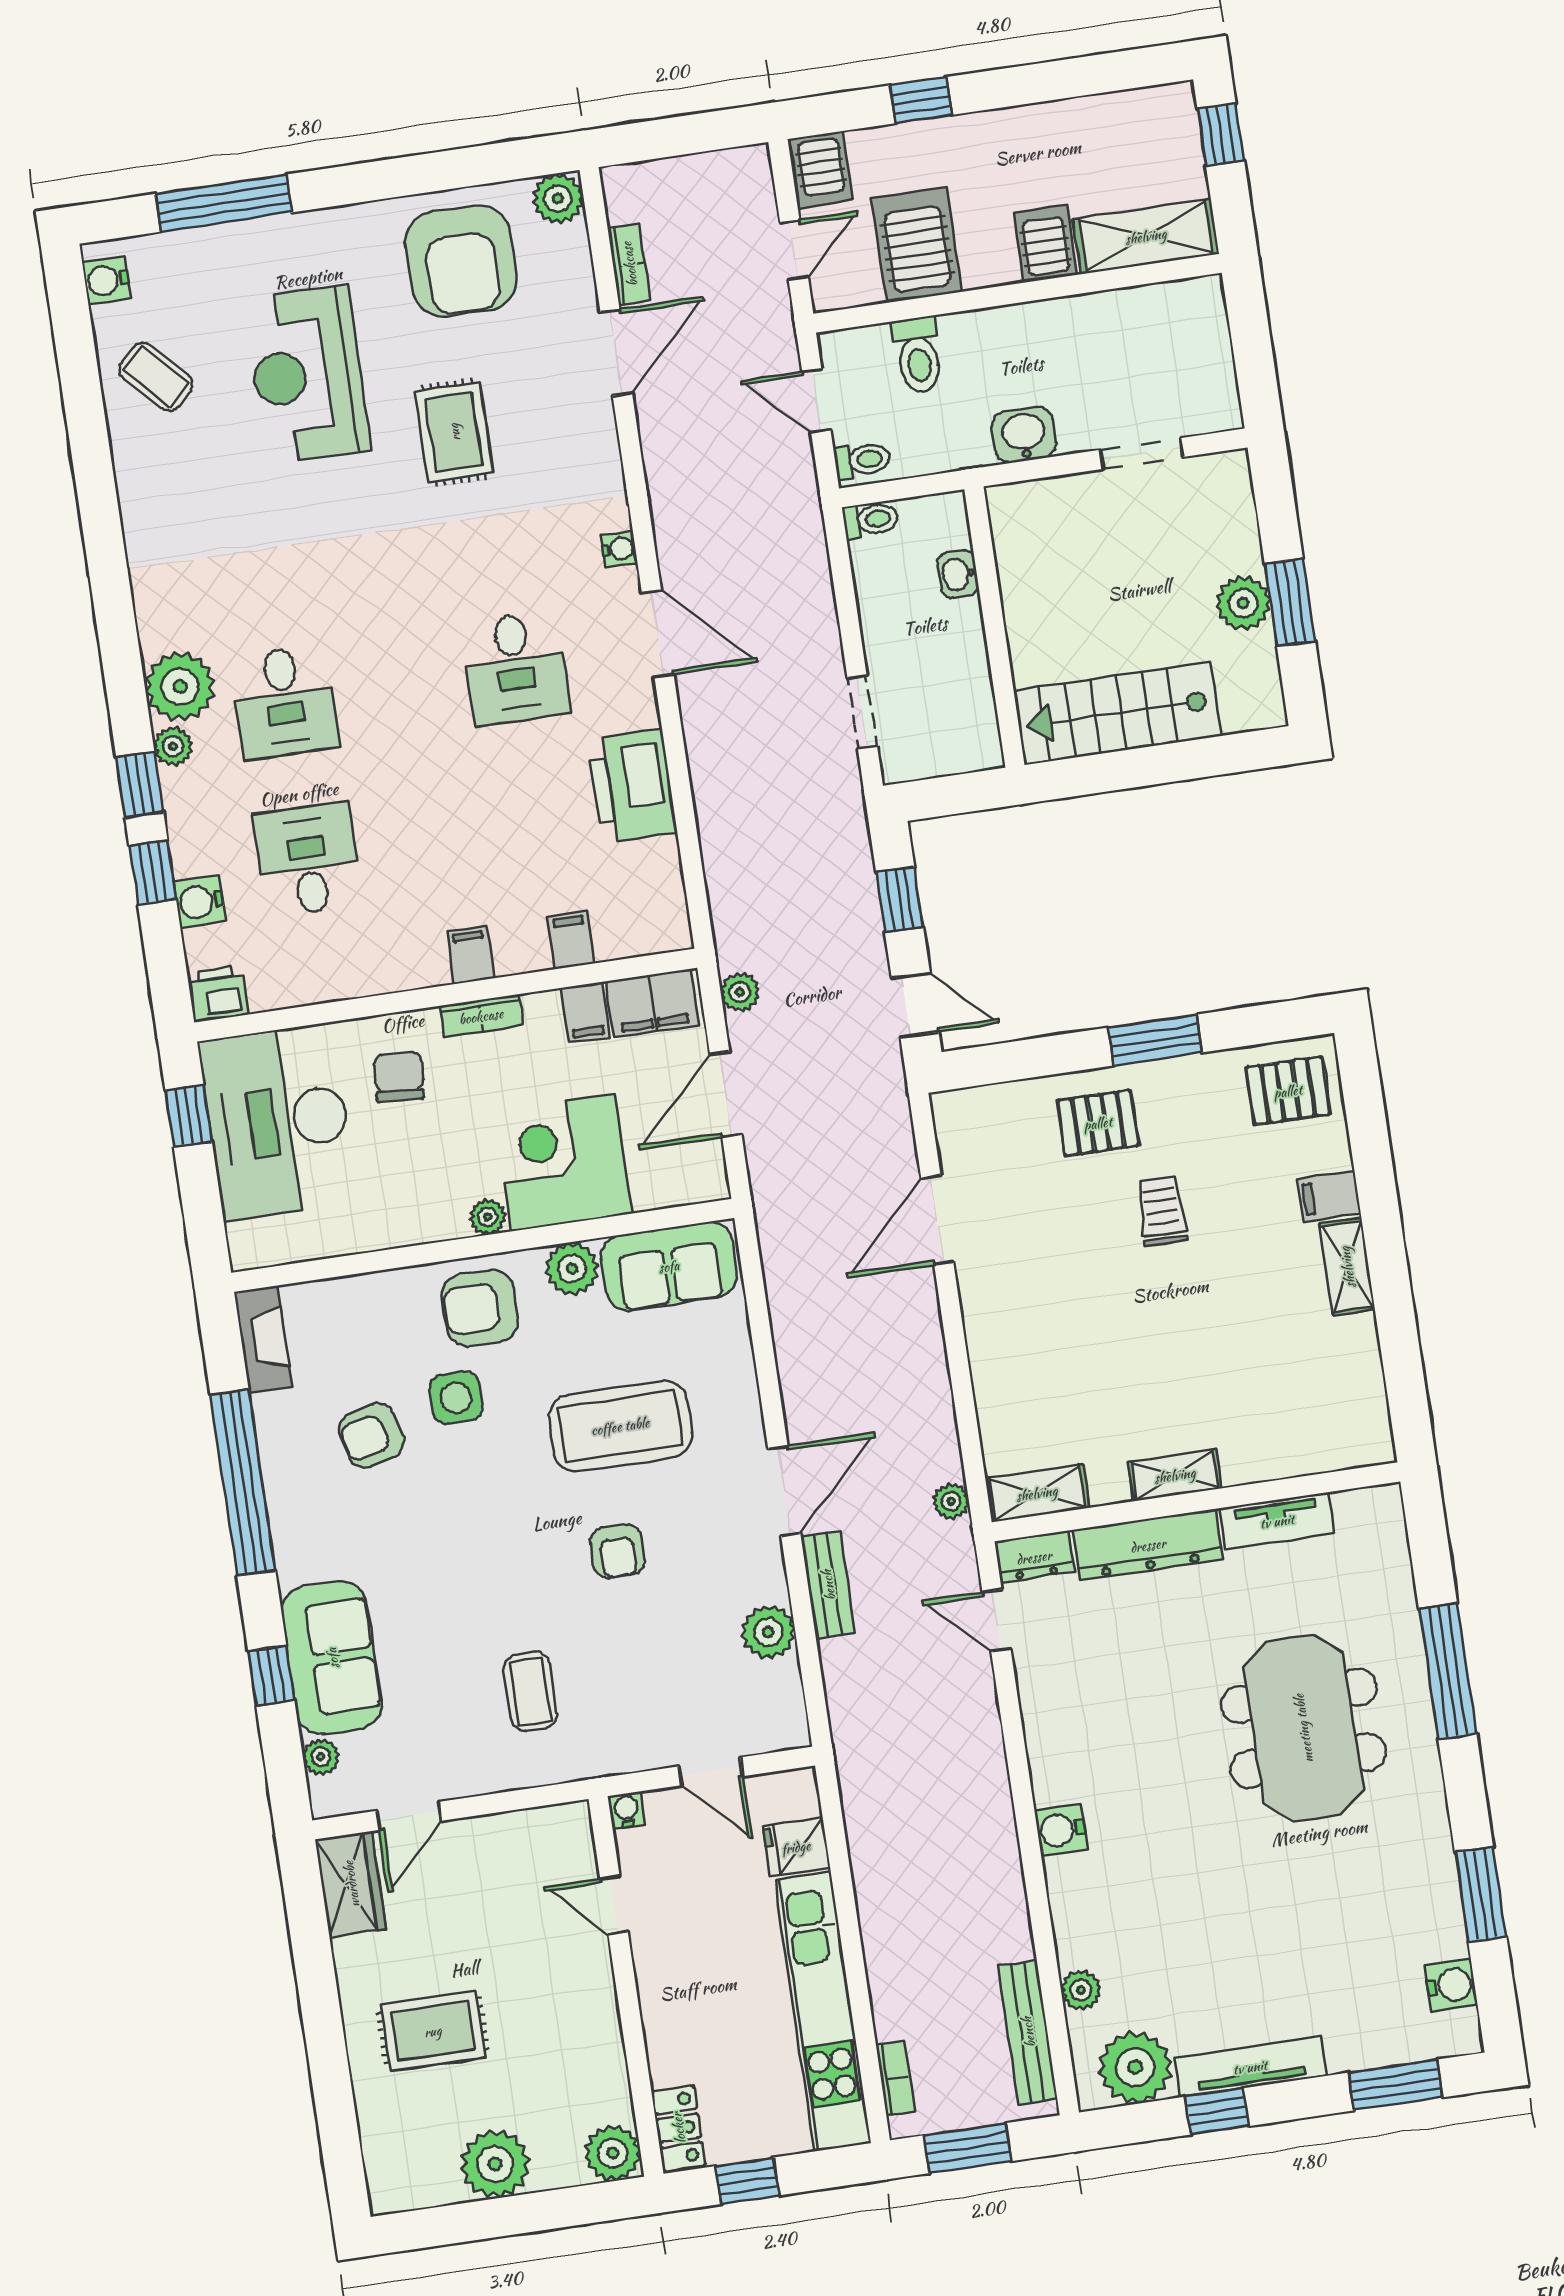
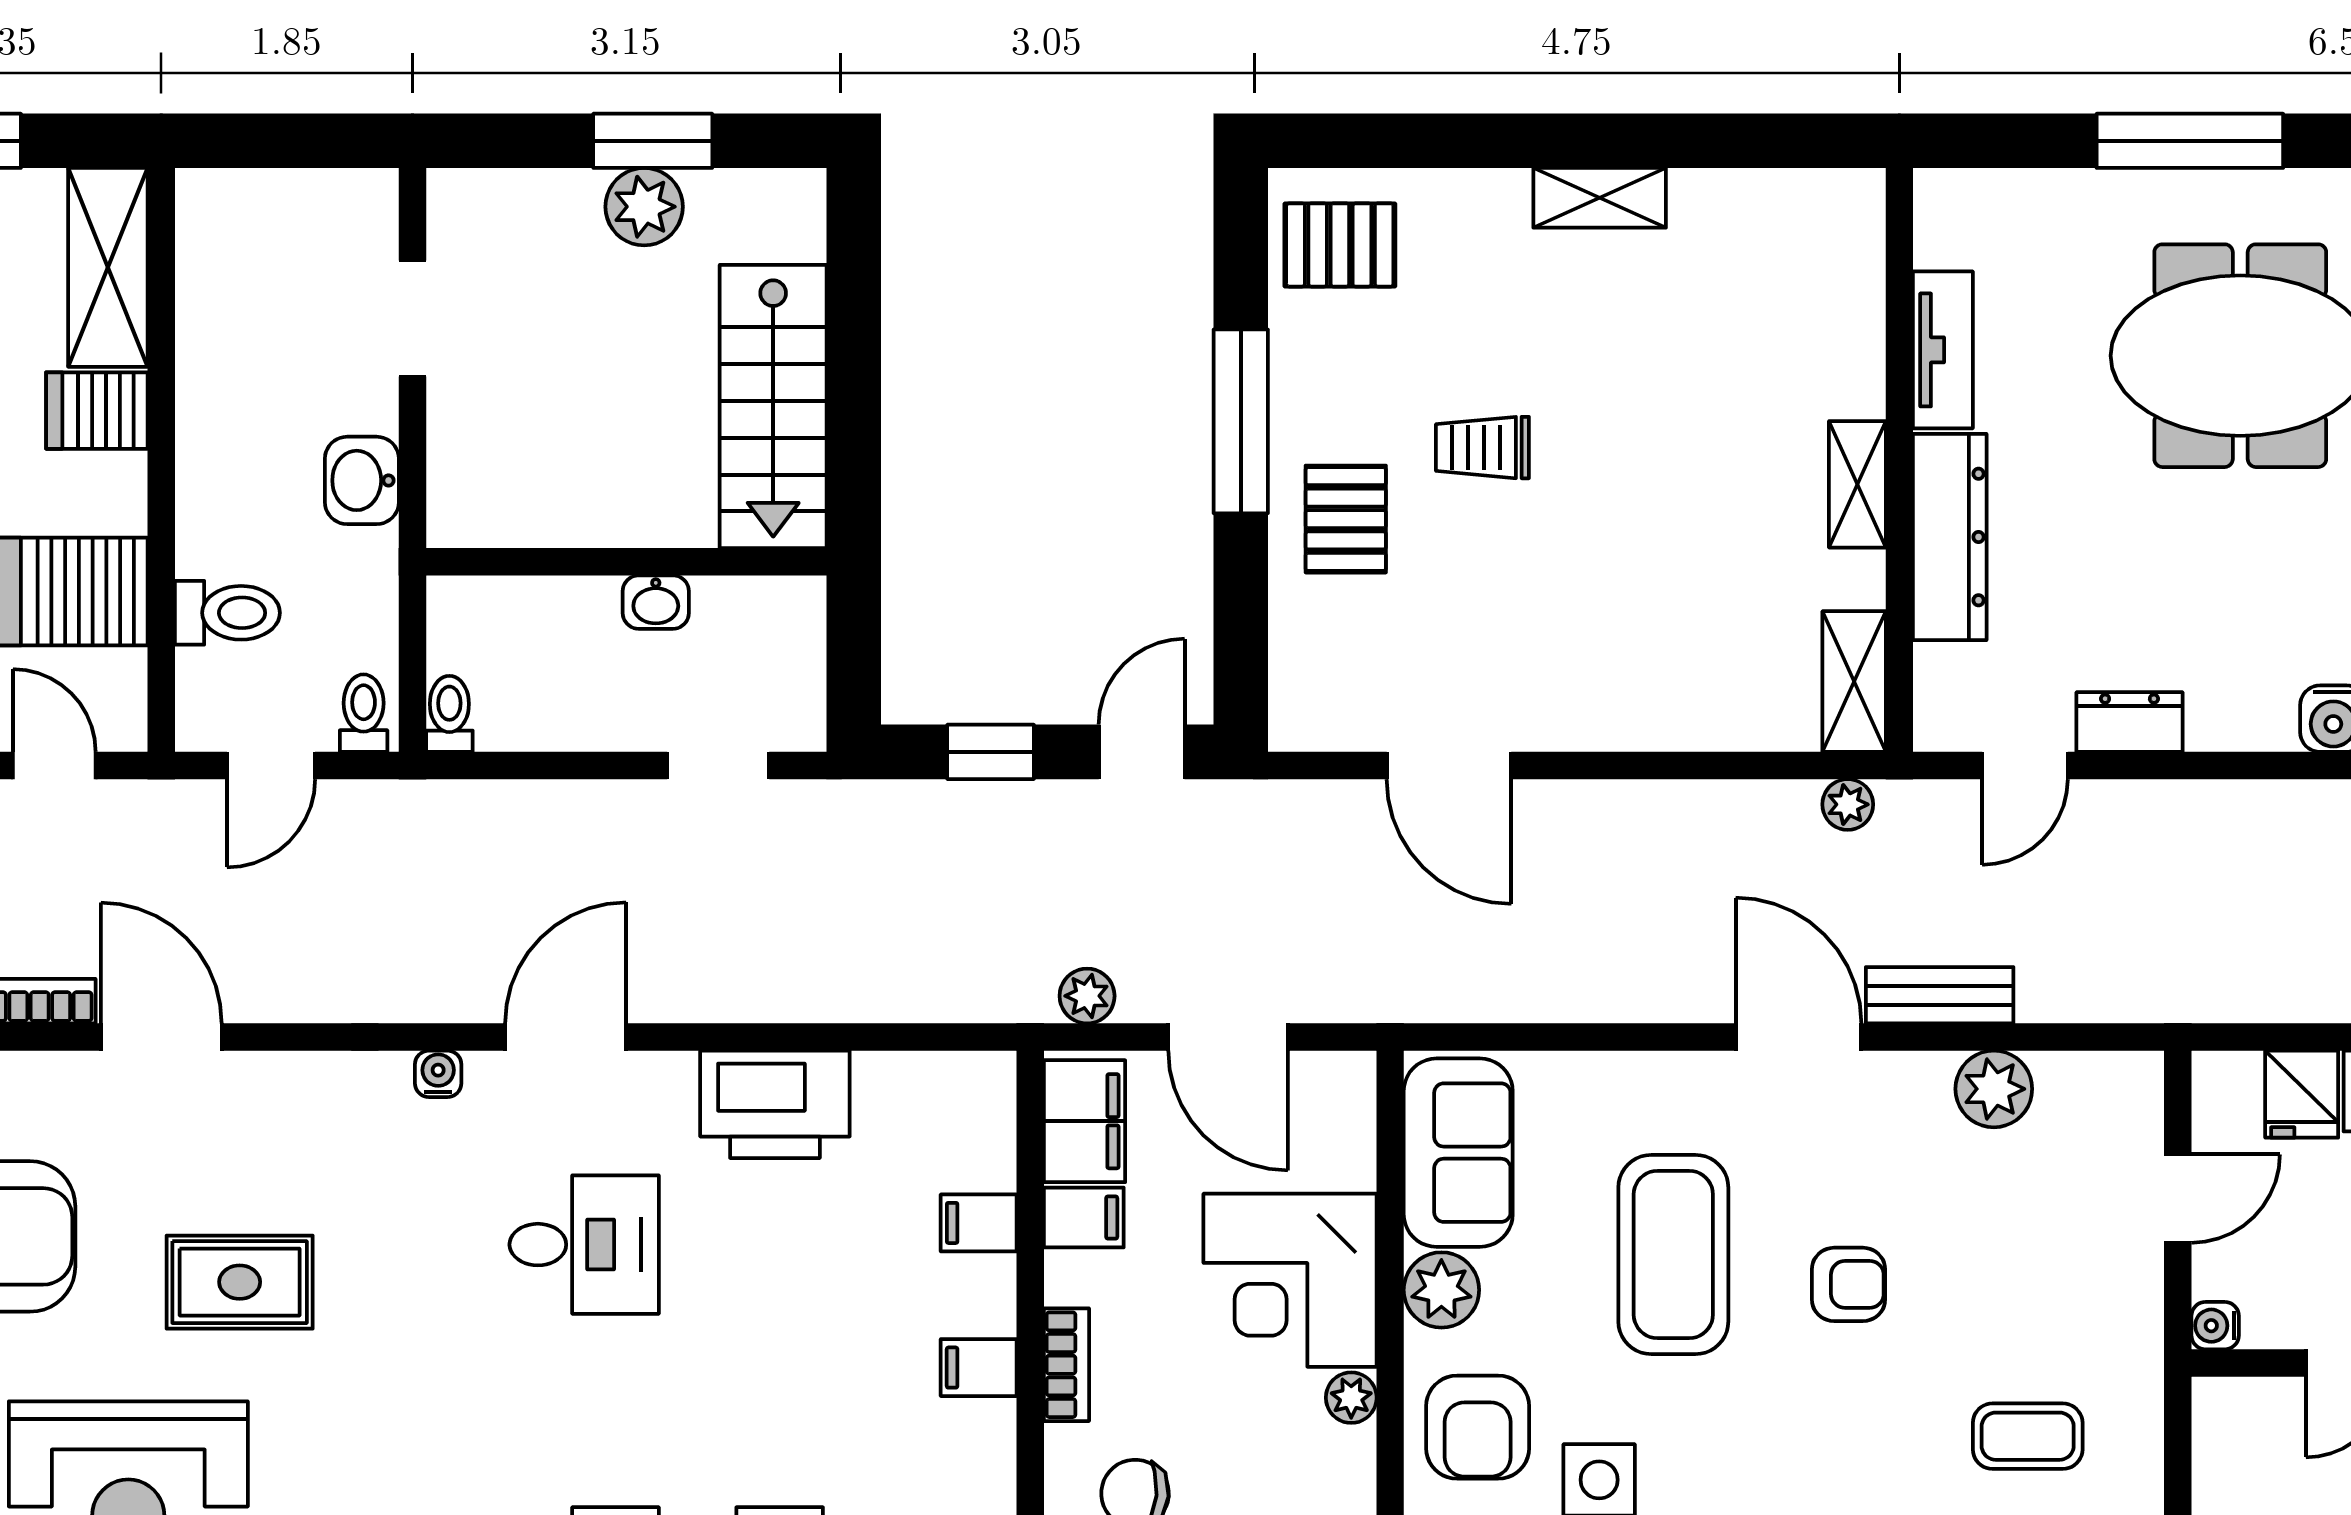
washbasin: (958, 574) -> (656, 602), moved
window: (1155, 1040) -> (1241, 421), width x1.44
pallet: (1288, 1091) -> (1340, 245), turned 90
filing cabinet: (1329, 1196) -> (1497, 209), removed
dresser: (1034, 1557) -> (2129, 722), moved, turned -90

